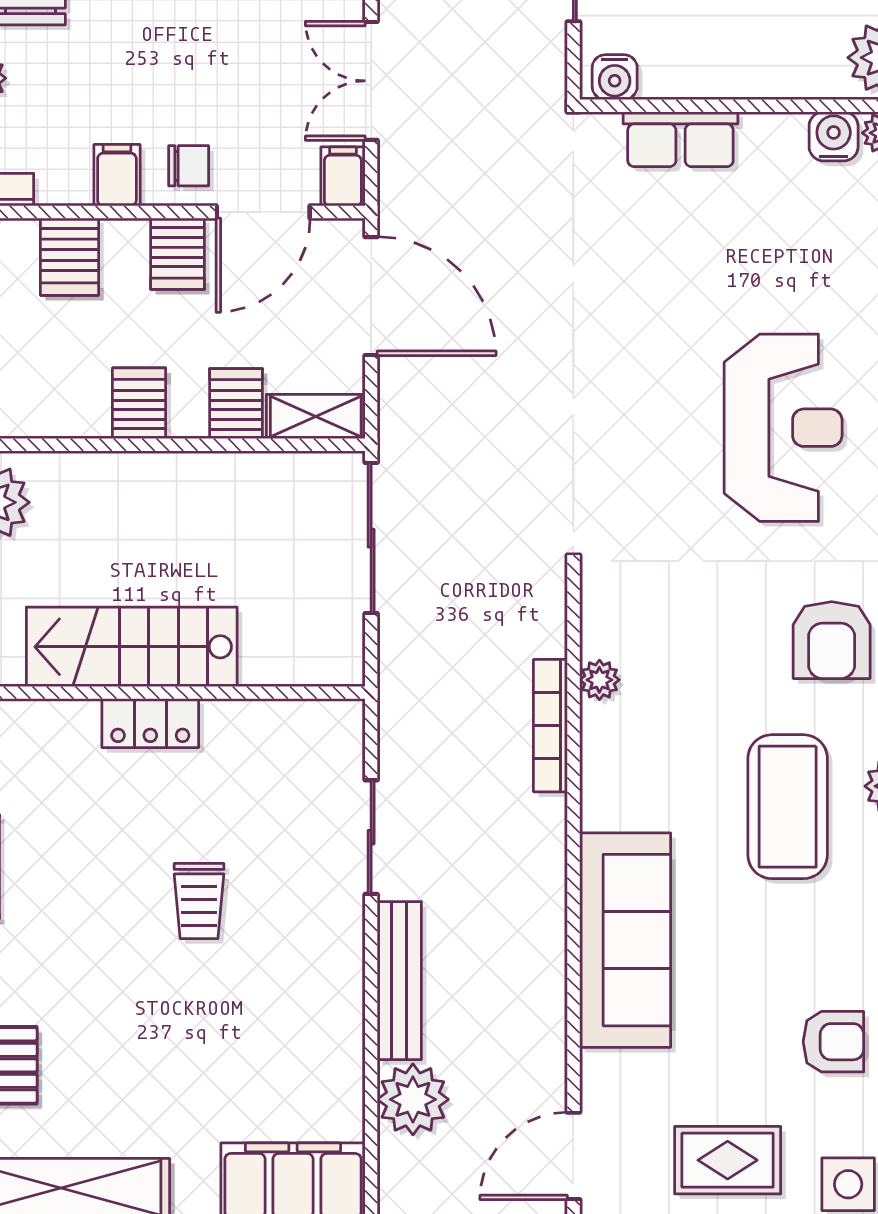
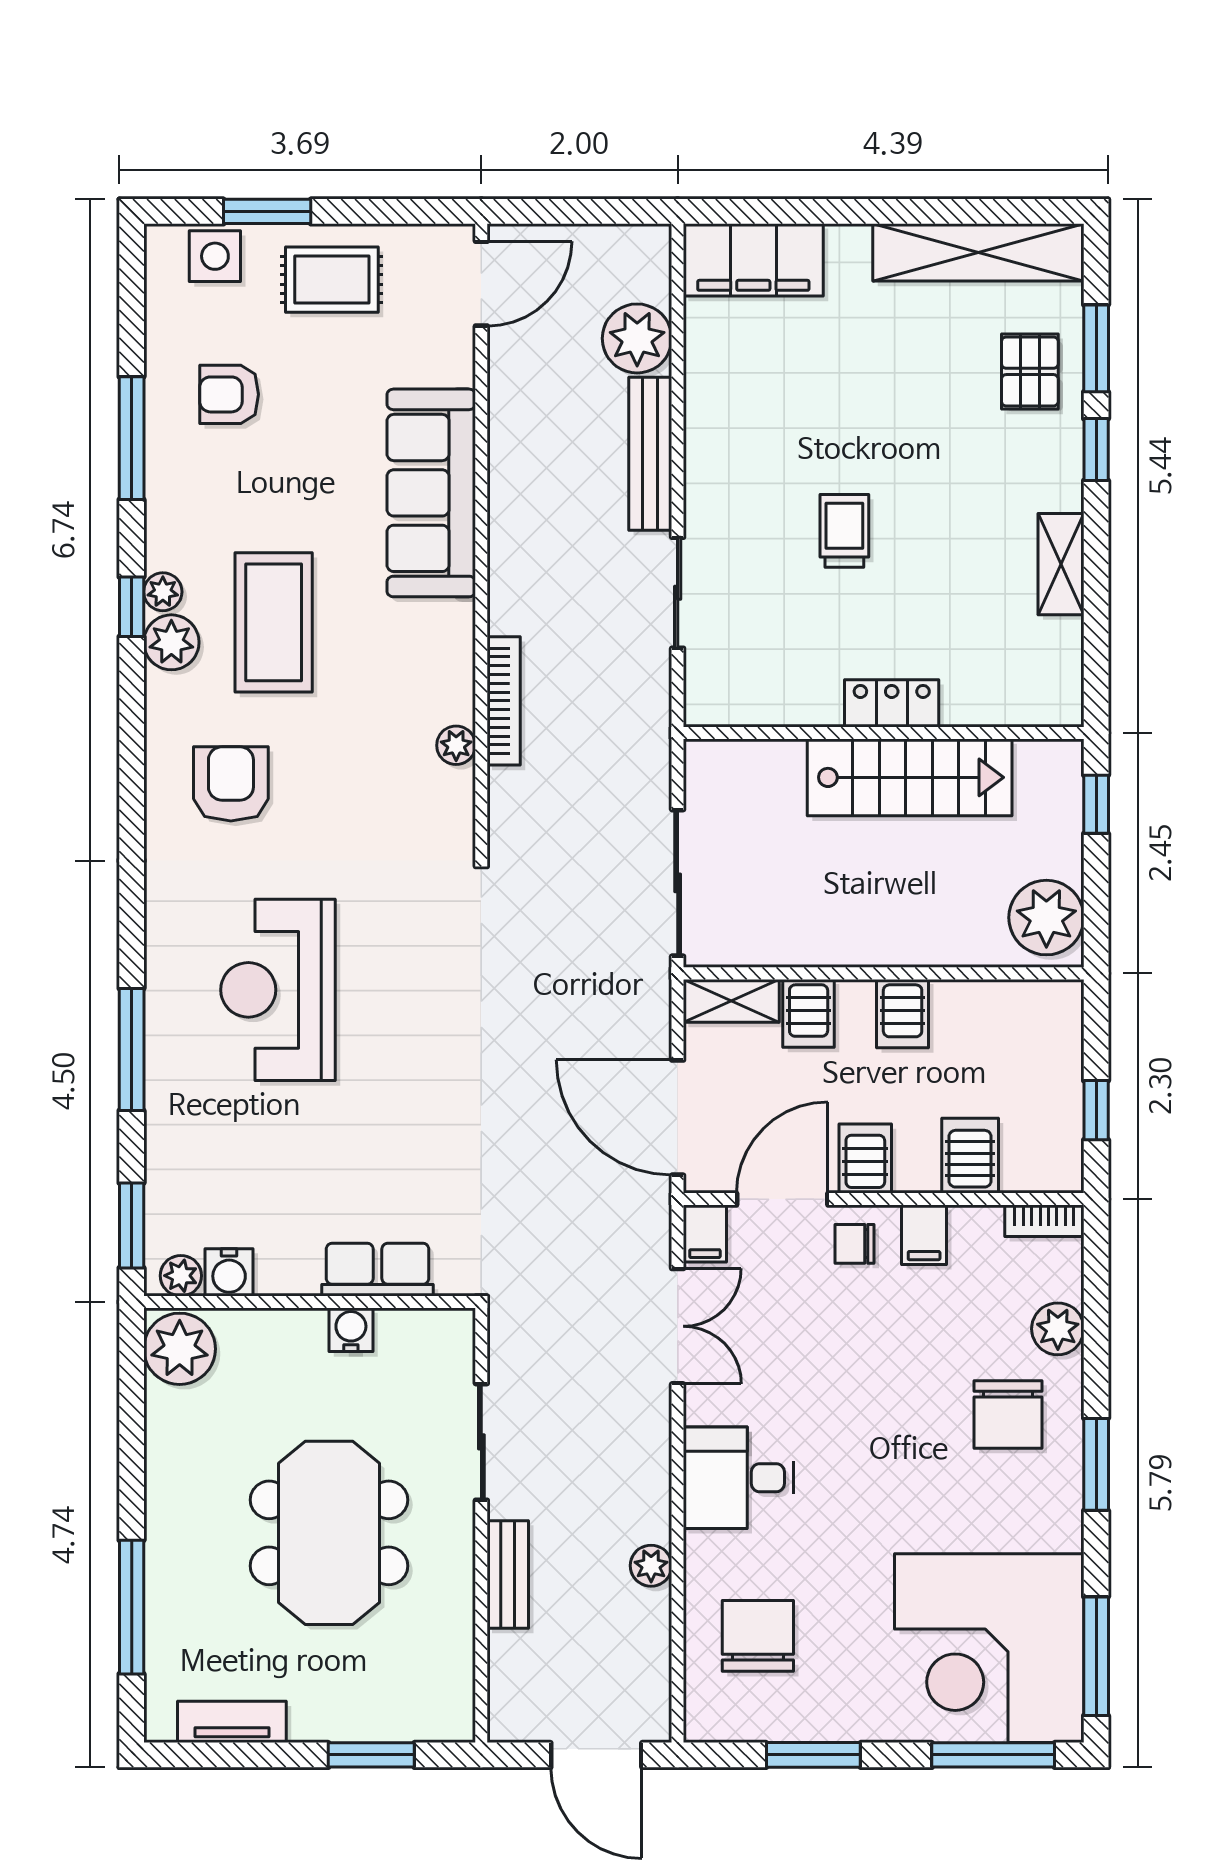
water cooler: (615, 77) -> (351, 1330), moved

